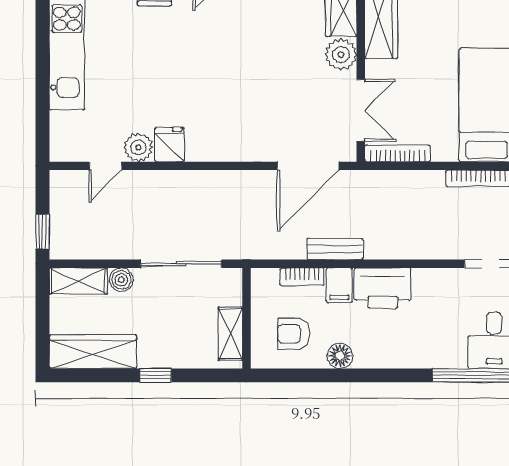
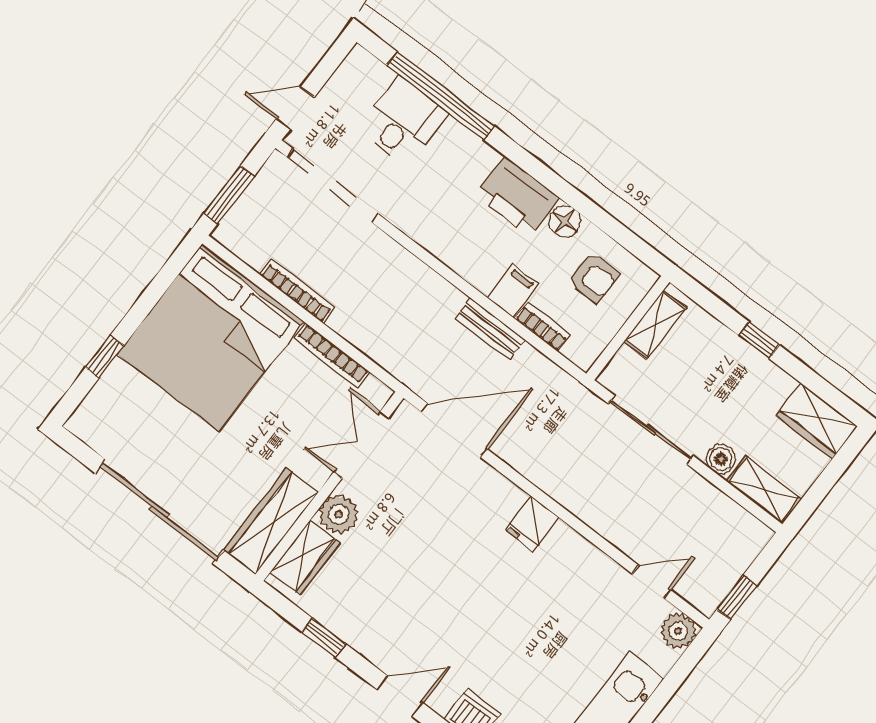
fridge: (169, 144) -> (532, 523), moved
plant: (138, 147) -> (678, 631), moved
bookcase: (398, 153) -> (332, 356), moved
window: (42, 232) -> (737, 597), moved
printer: (383, 288) -> (517, 196), moved, turned 180
wardrobe: (93, 352) -> (817, 421), width x0.67

